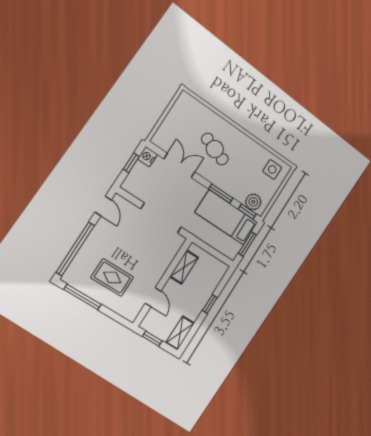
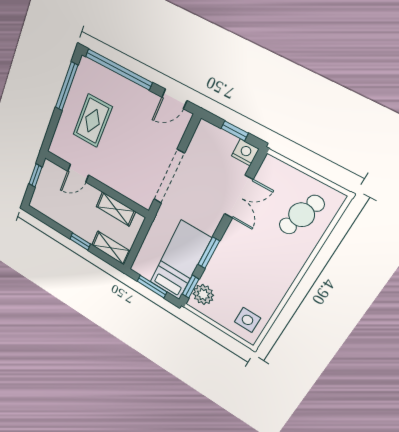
cafe table: (215, 149) -> (302, 215), moved
shelving: (180, 333) -> (111, 248), moved

